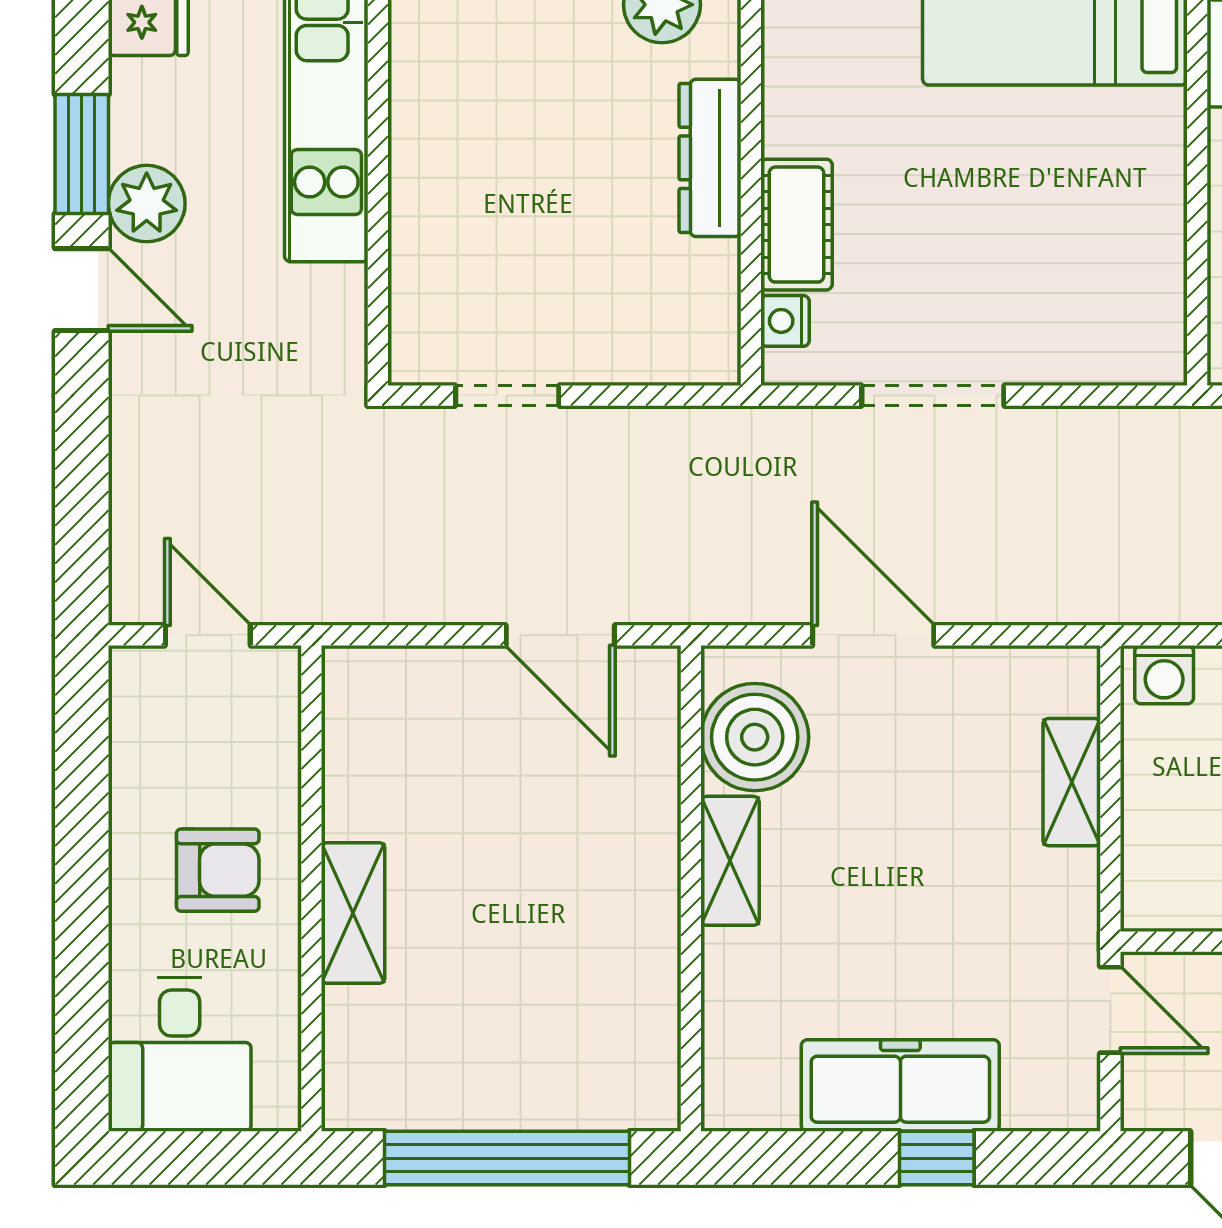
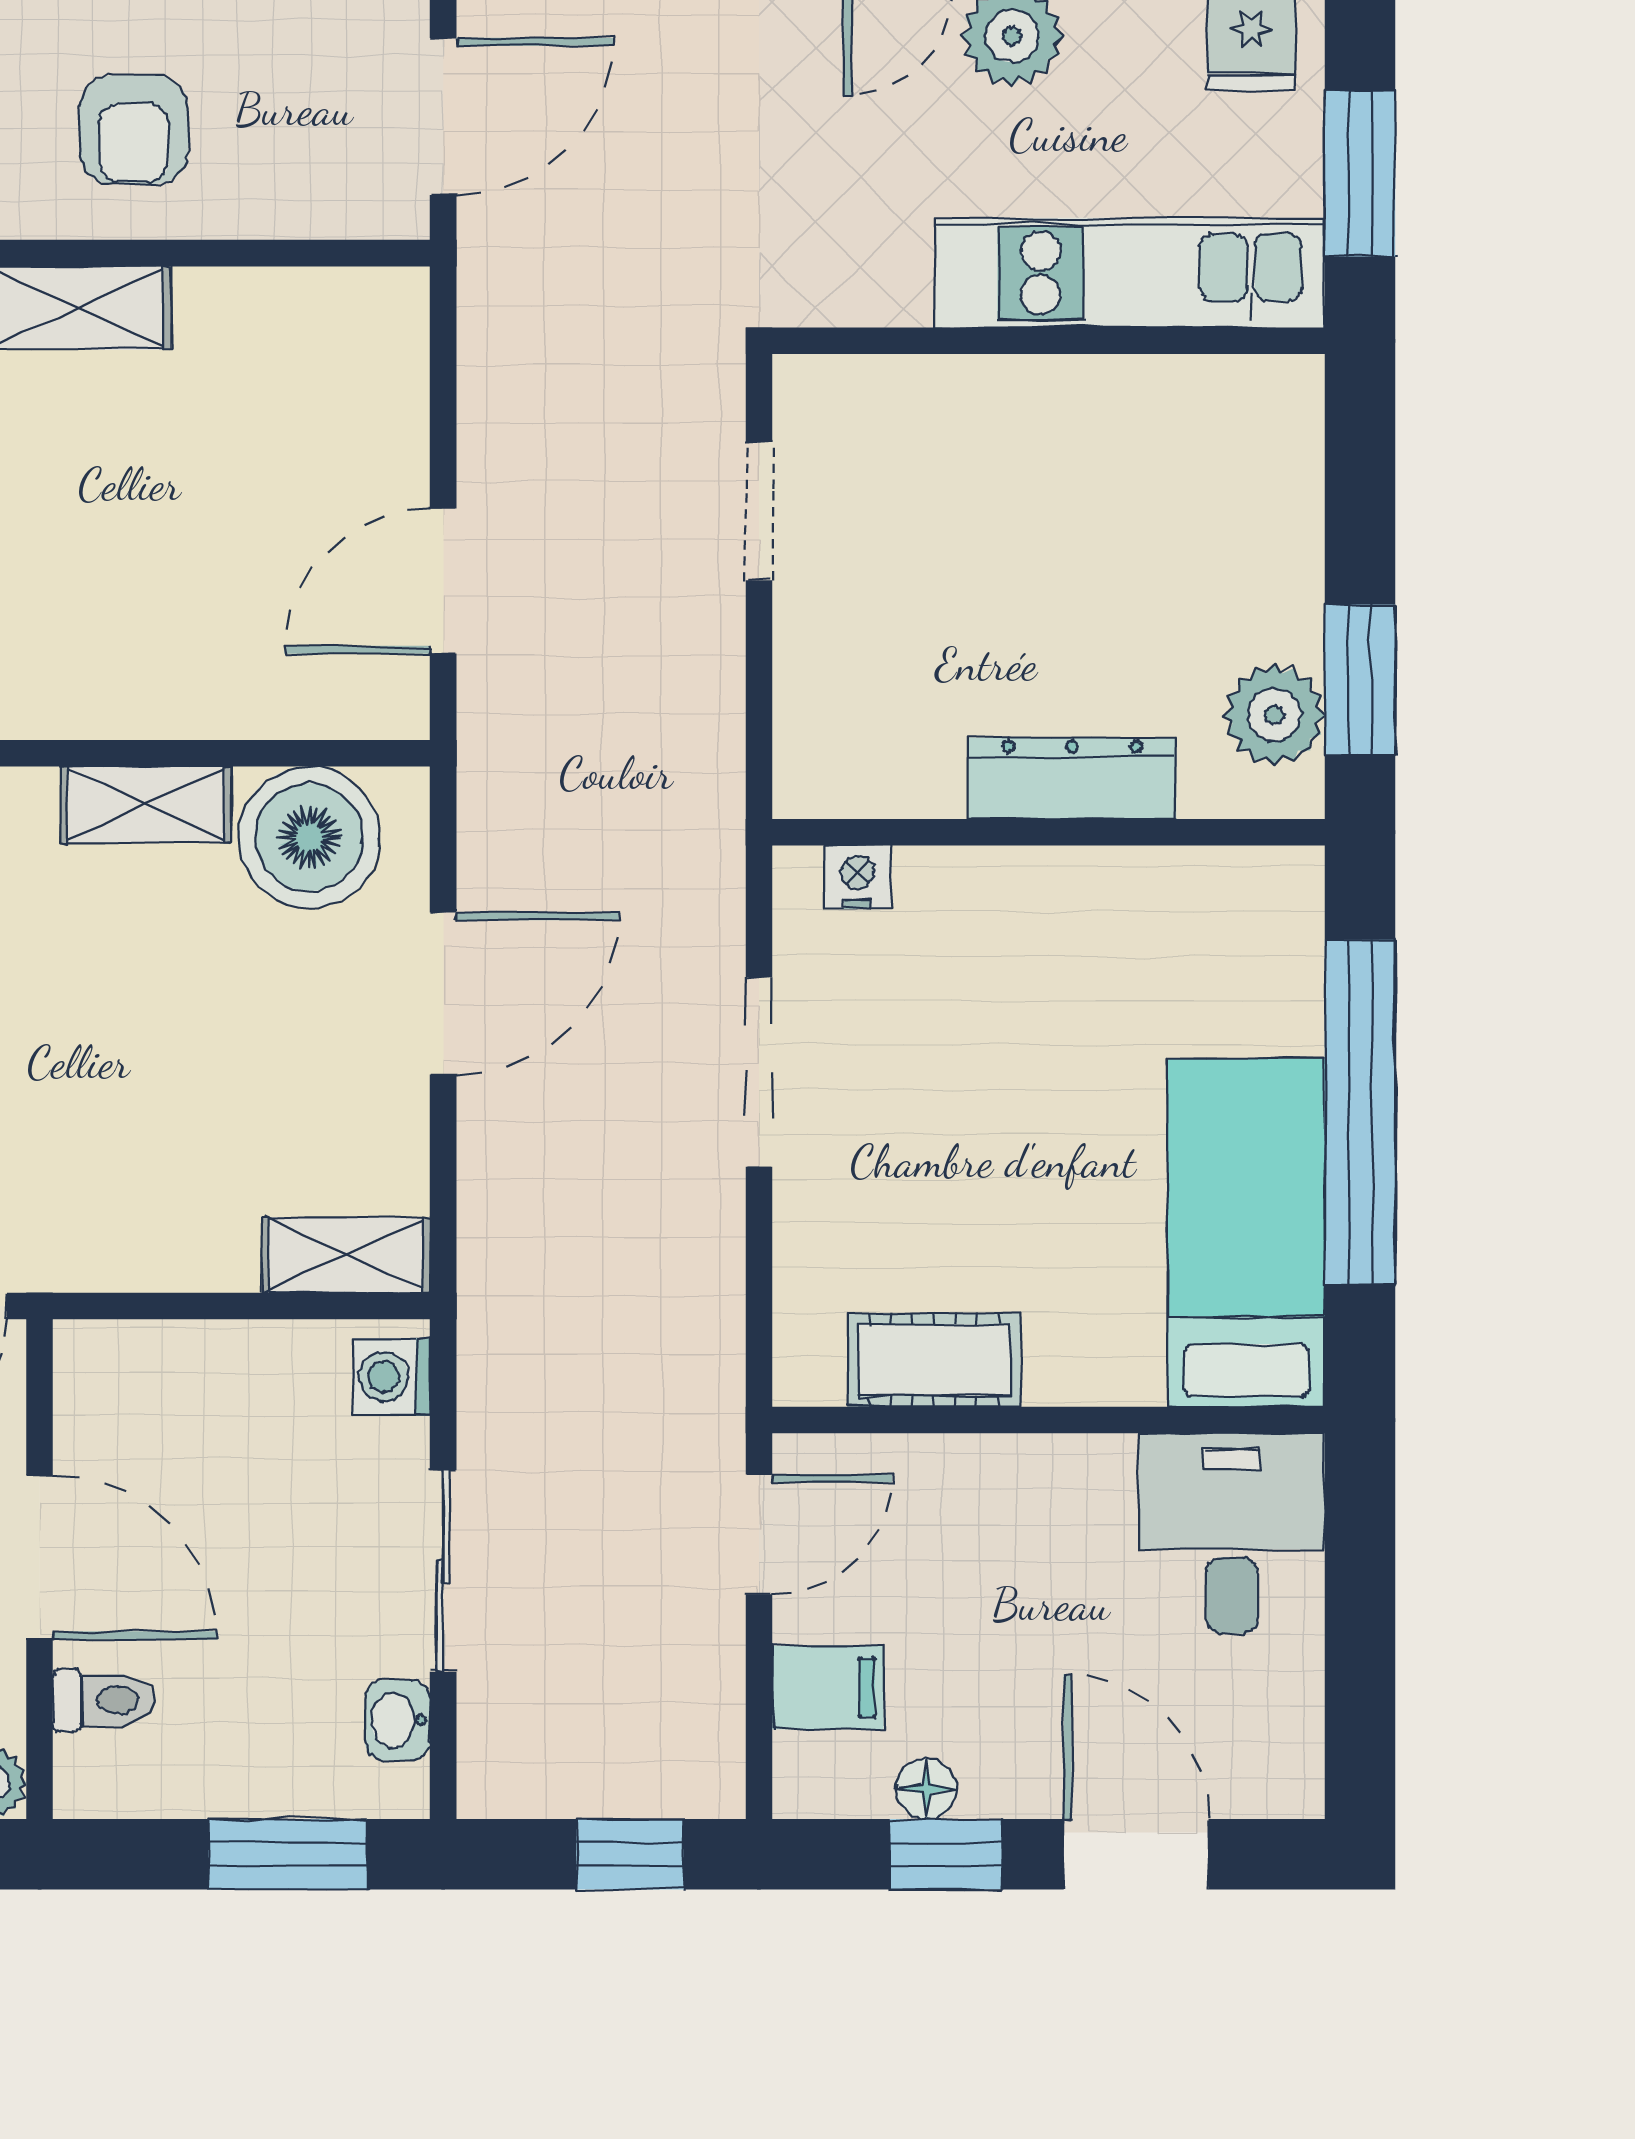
cot: (796, 225) -> (934, 1360), moved
door: (208, 635) -> (443, 116), width x1.38
shelving: (1072, 782) -> (346, 1255), moved

